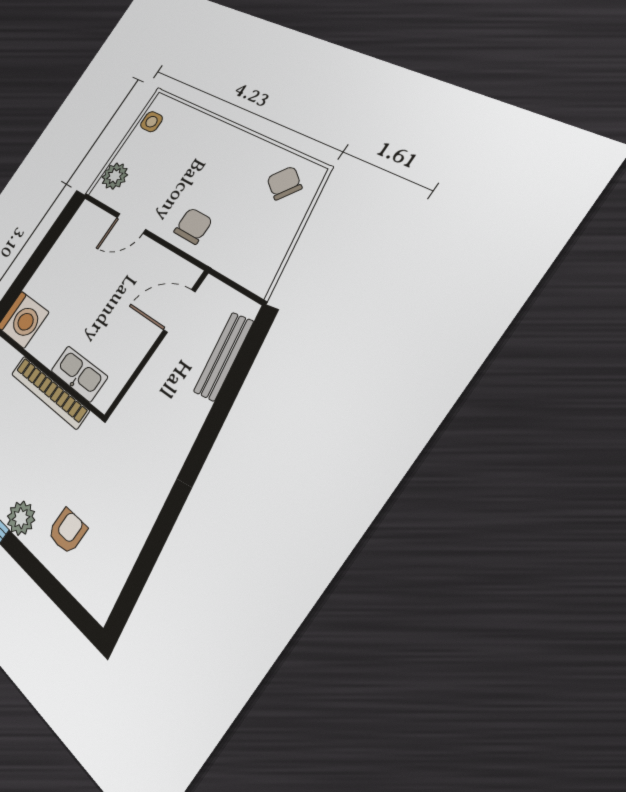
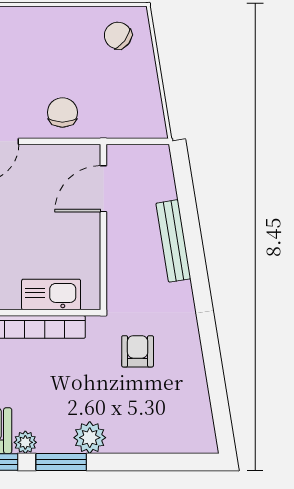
bench: (223, 357) -> (173, 241), moved
armchair: (67, 531) -> (138, 351), moved

